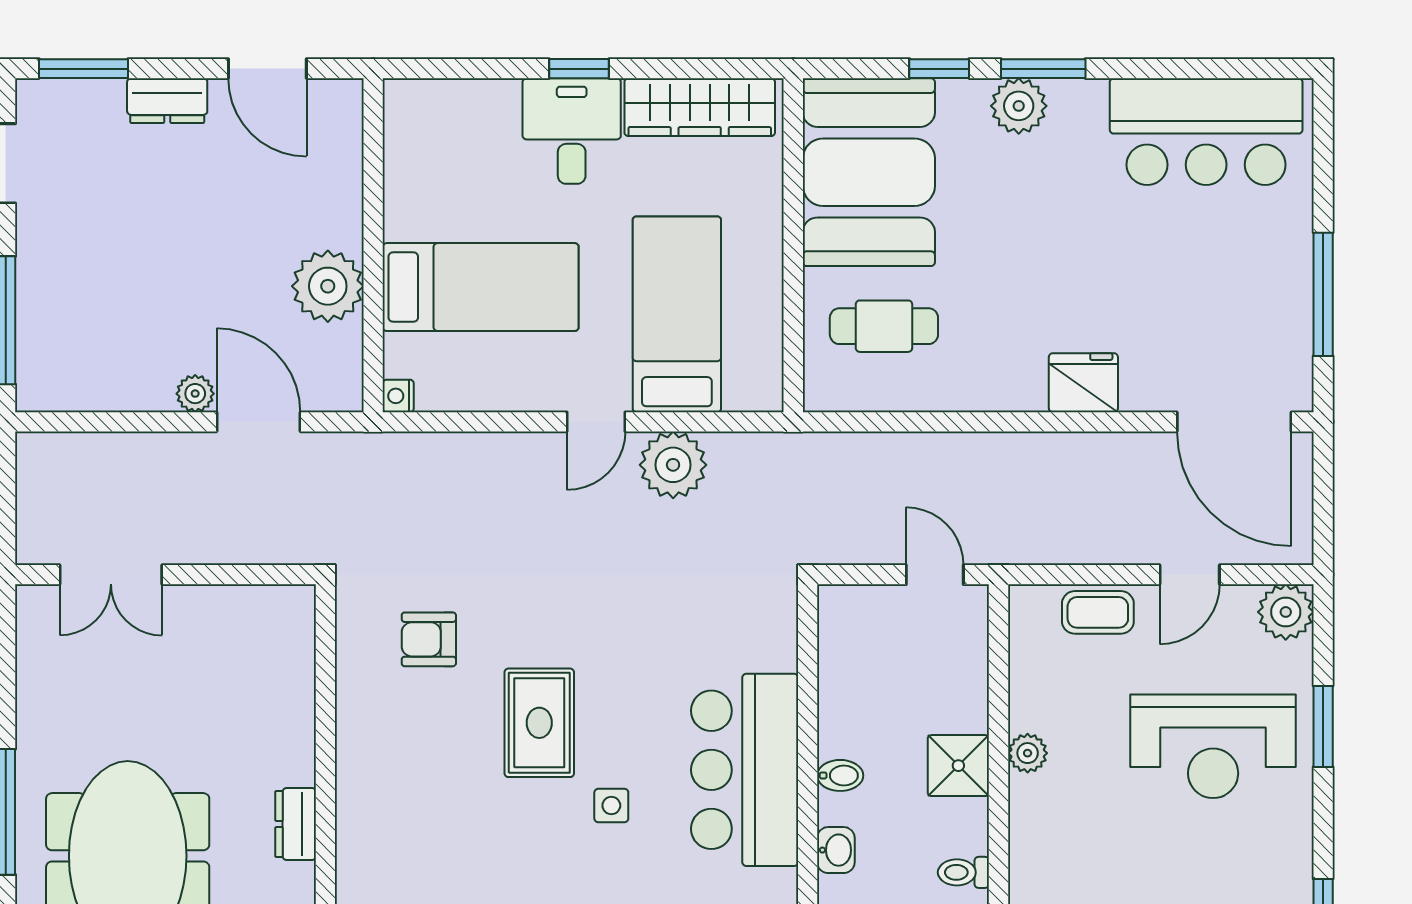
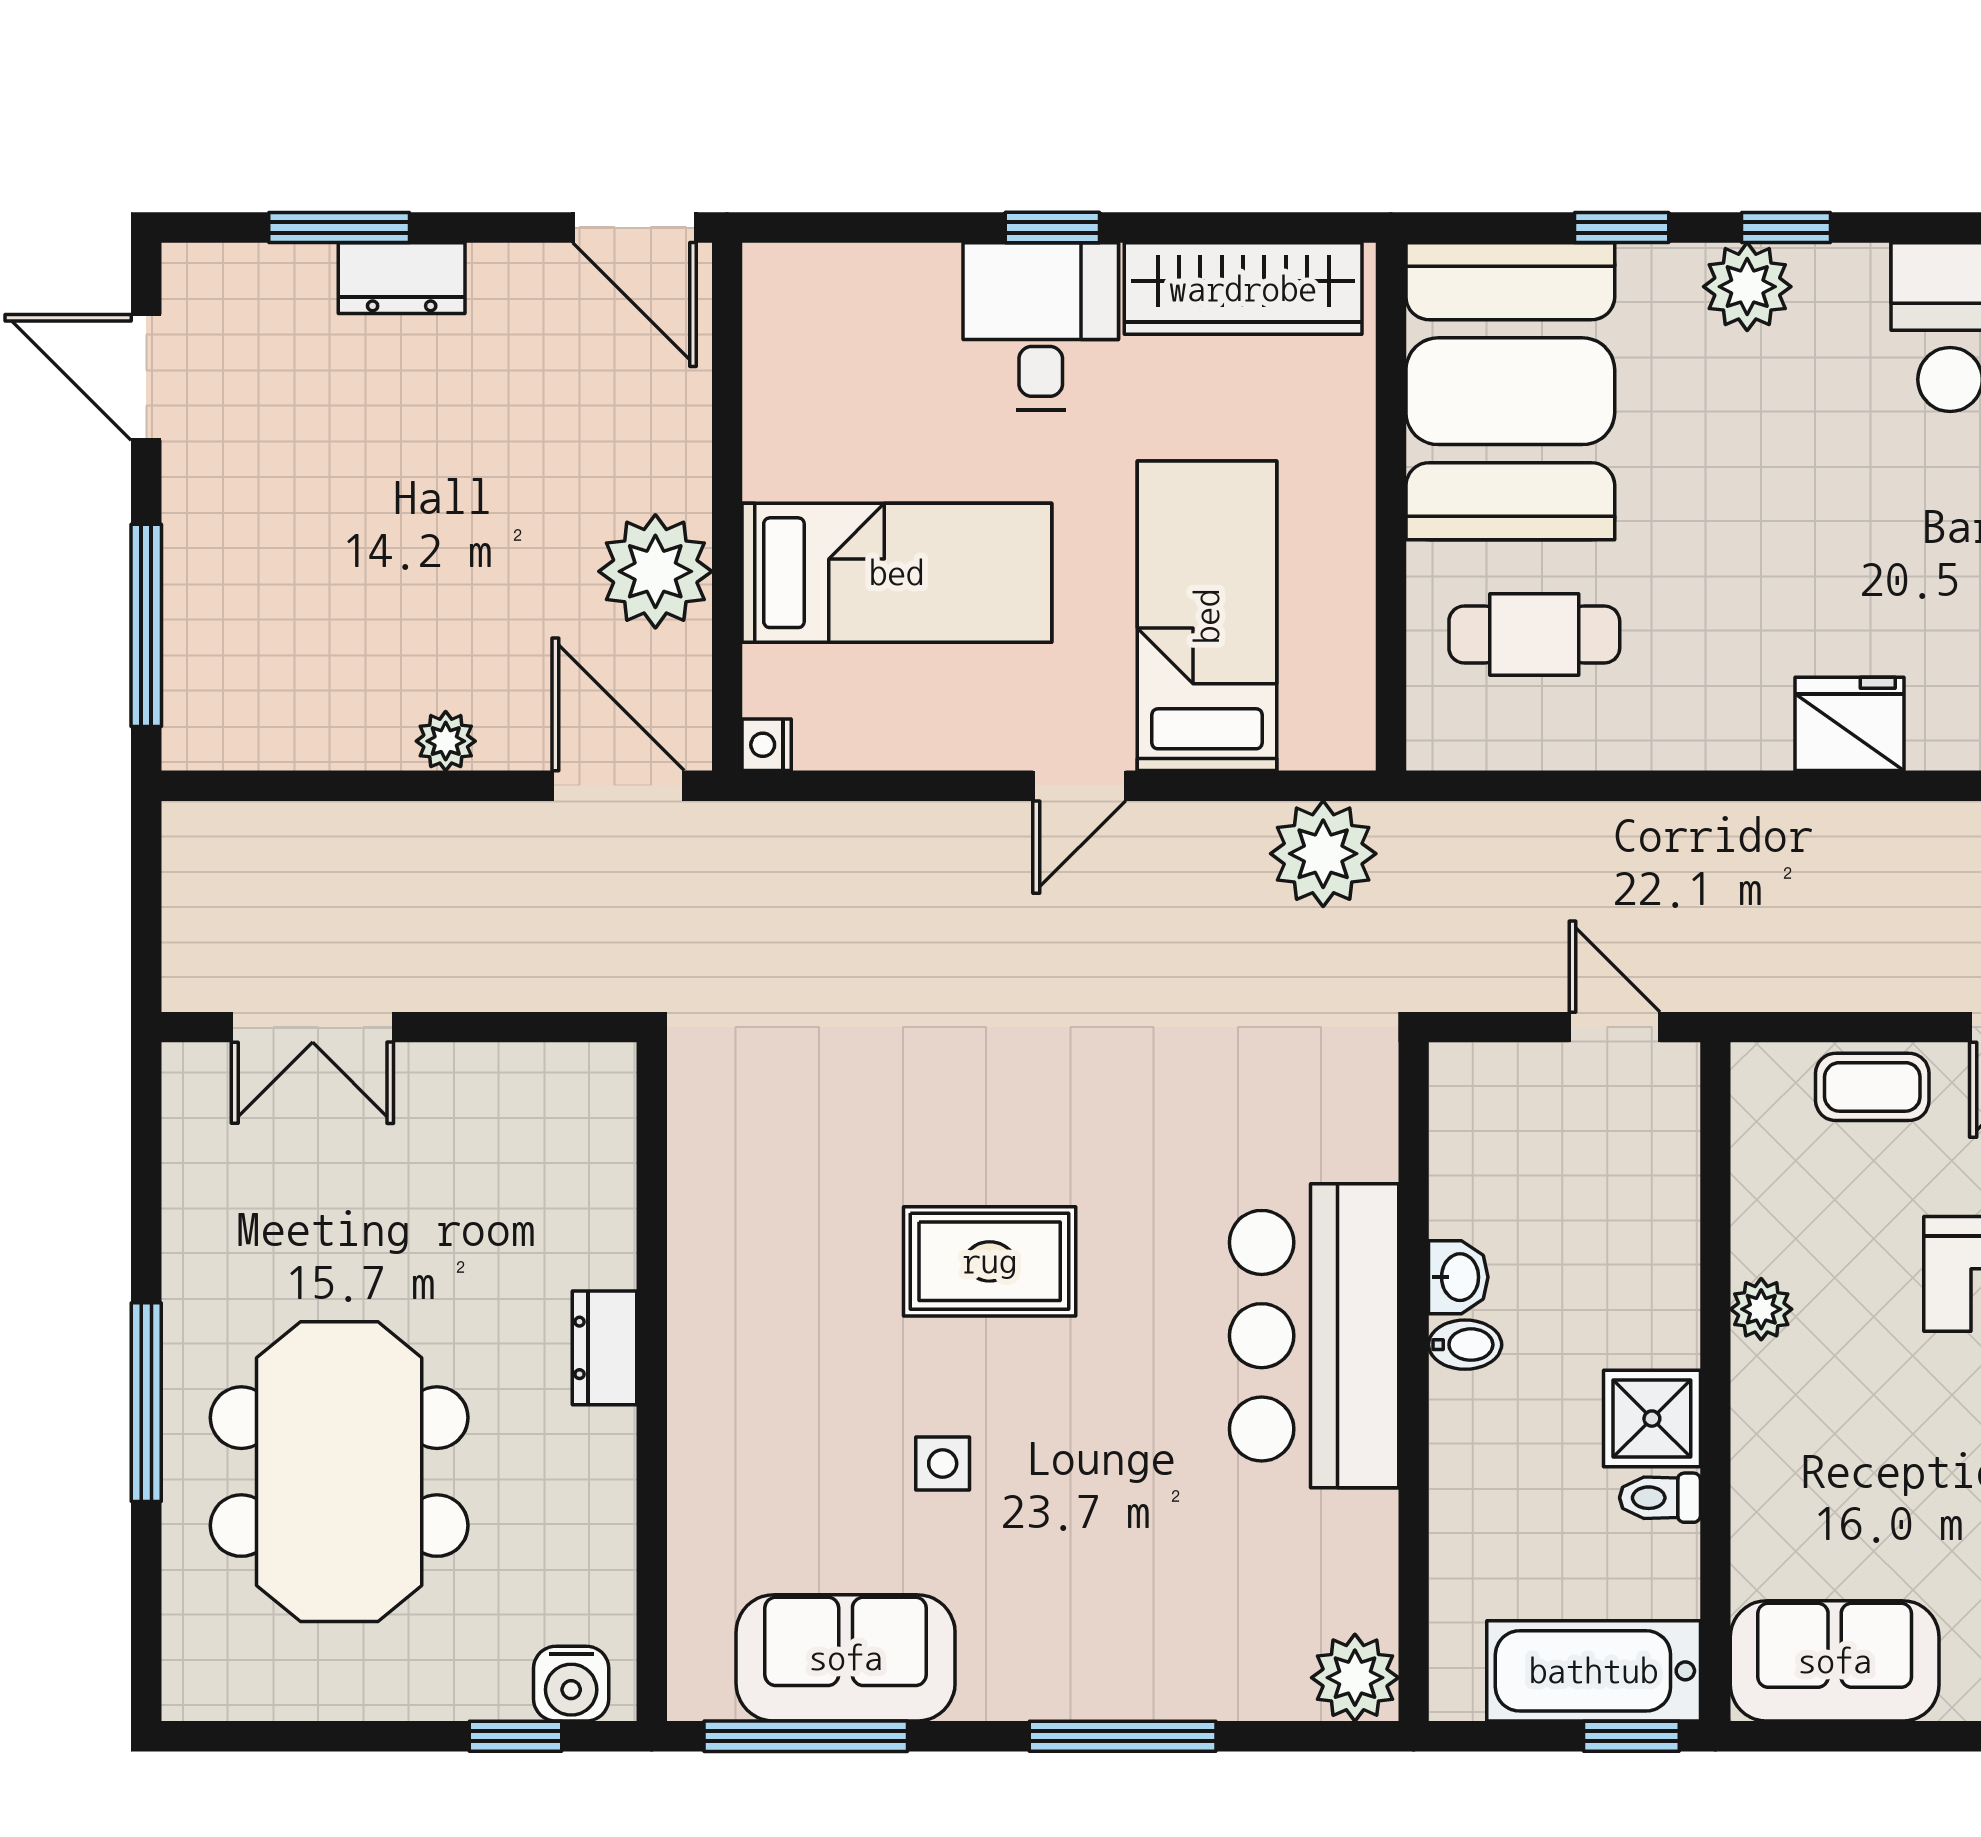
window: (84, 69) -> (339, 227), moved
door: (267, 69) -> (635, 227), moved
window: (1043, 69) -> (1786, 227), width x0.67
door: (258, 422) -> (618, 786), moved
plant: (673, 465) -> (1323, 854), moved
armchair: (429, 639) -> (815, 1129), removed
rug: (539, 723) -> (990, 1261), turned 90
shower: (958, 766) -> (1652, 1419), moved
side table: (611, 806) -> (943, 1464), moved
dresser: (296, 824) -> (605, 1348), moved
washbasin: (836, 850) -> (1458, 1277), moved

